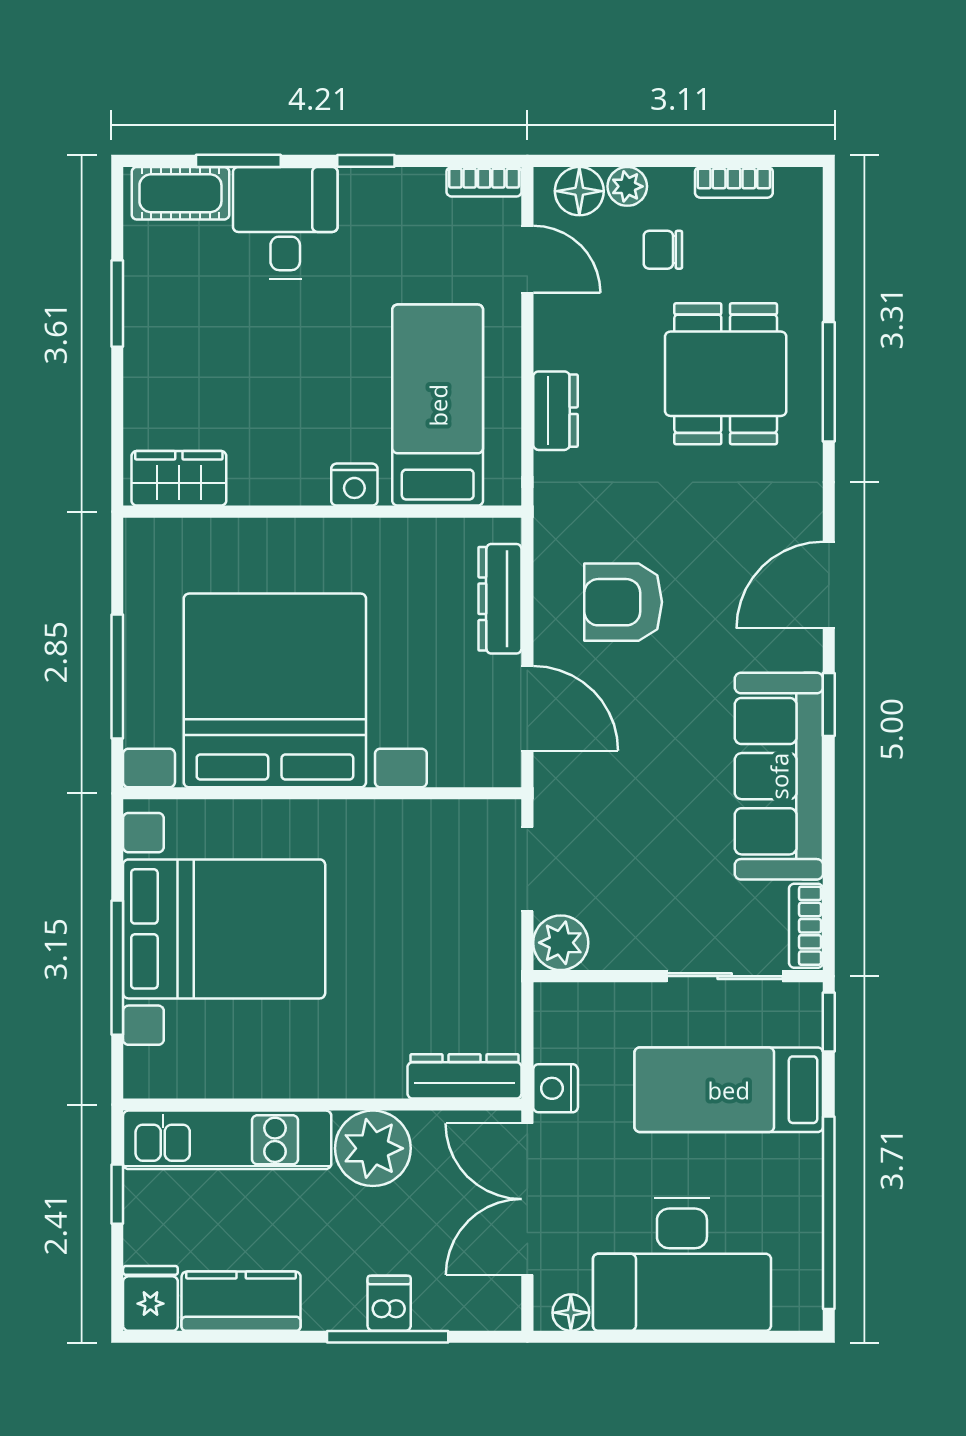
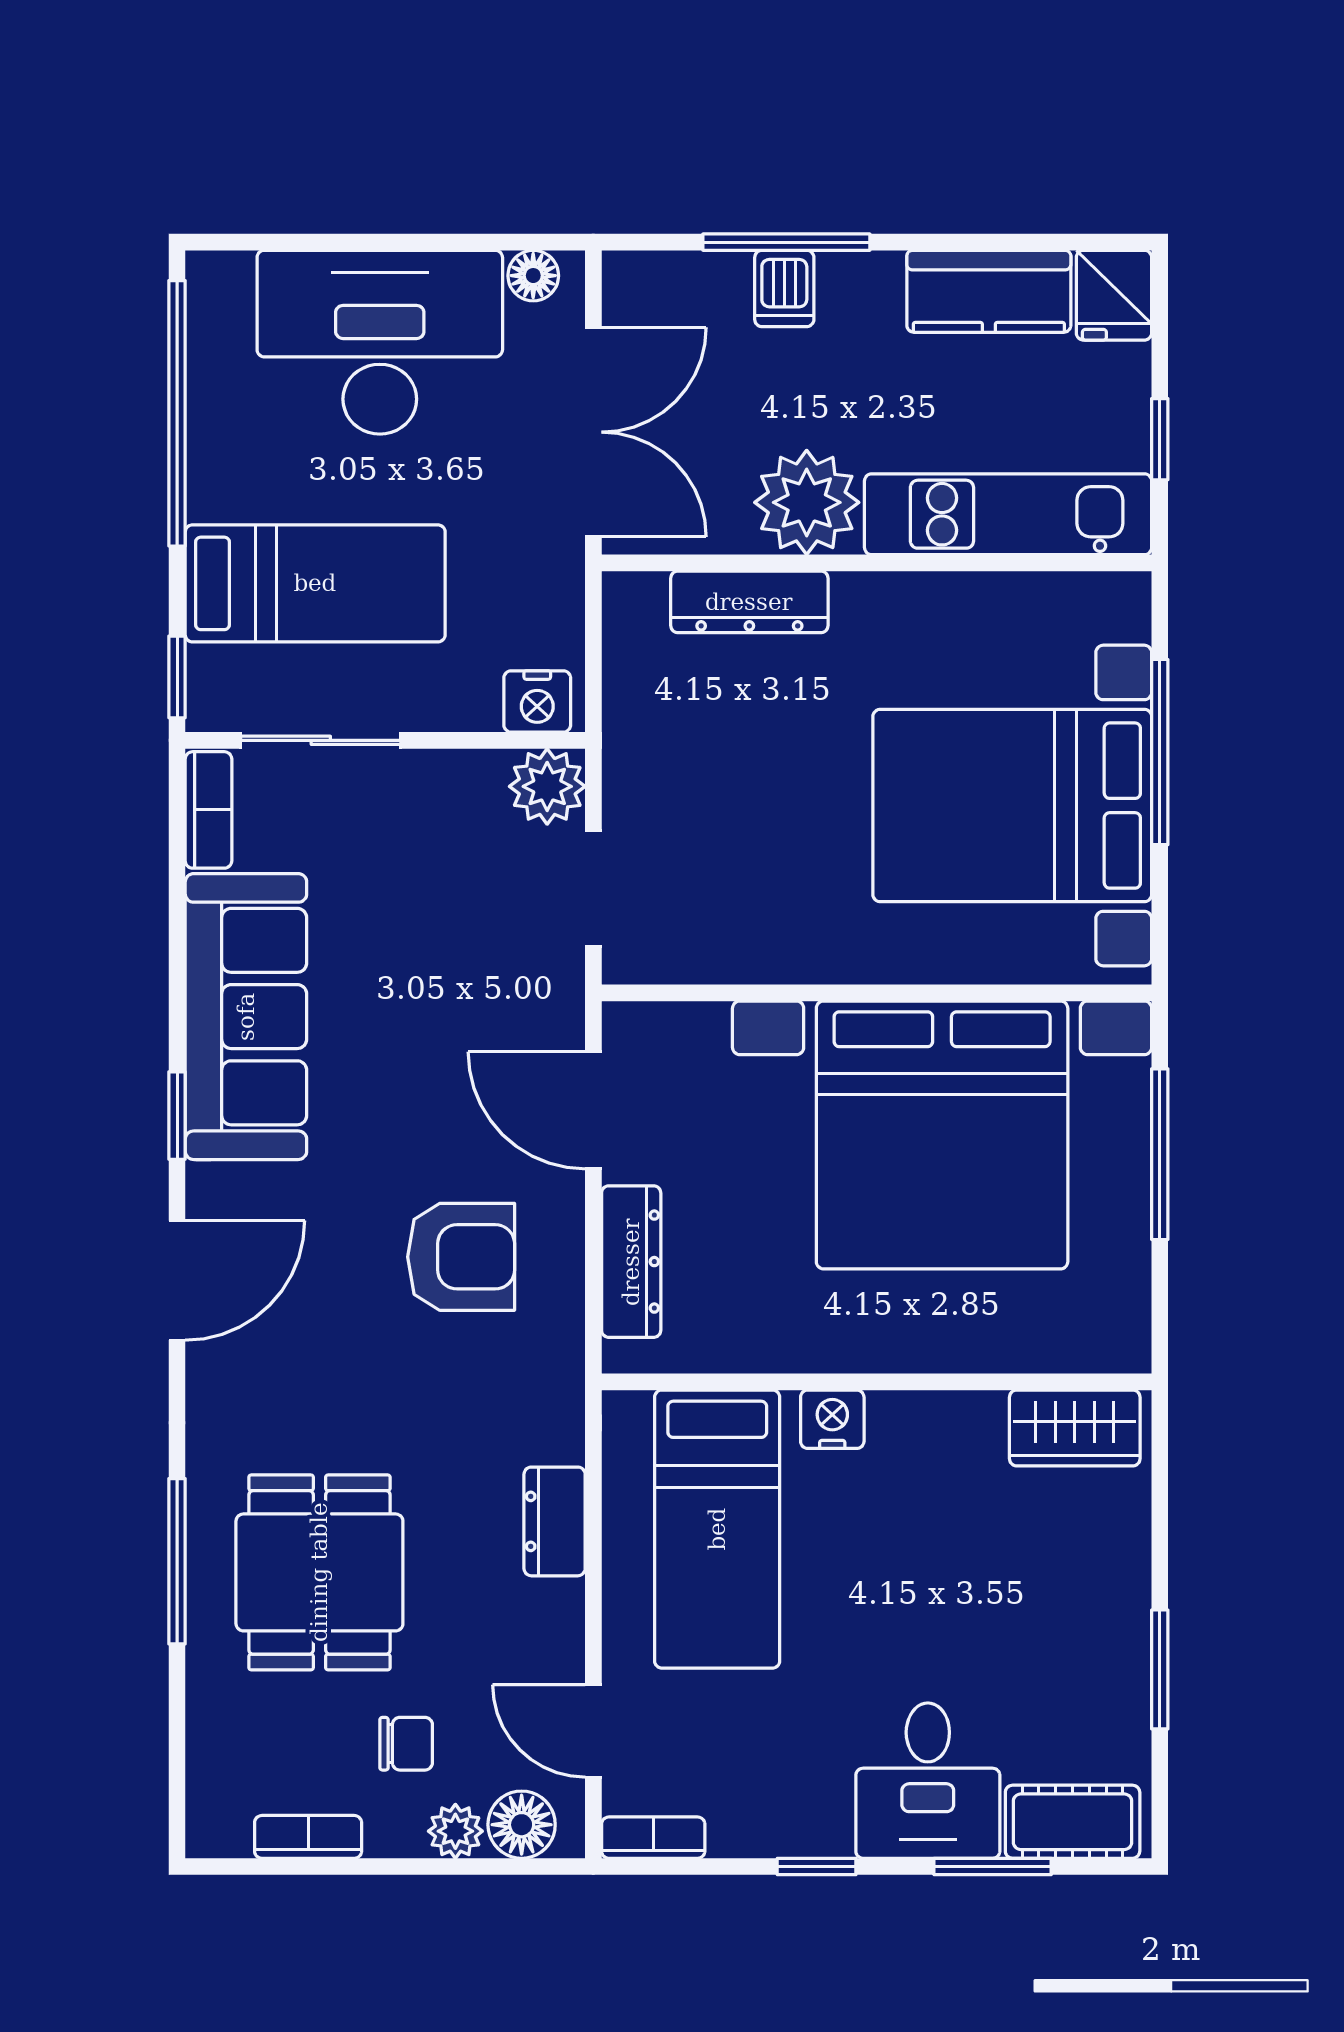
dresser: (464, 1076) -> (749, 602), moved
nightstand: (556, 1088) -> (537, 701), moved, turned 90

